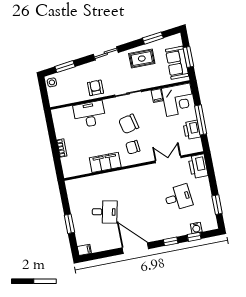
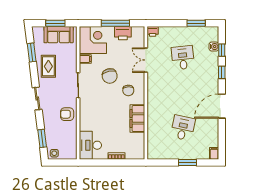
desk: (90, 114) -> (90, 145), moved
chair: (129, 124) -> (110, 76), moved
printer: (198, 166) -> (153, 31), width x0.53, depth x0.68

